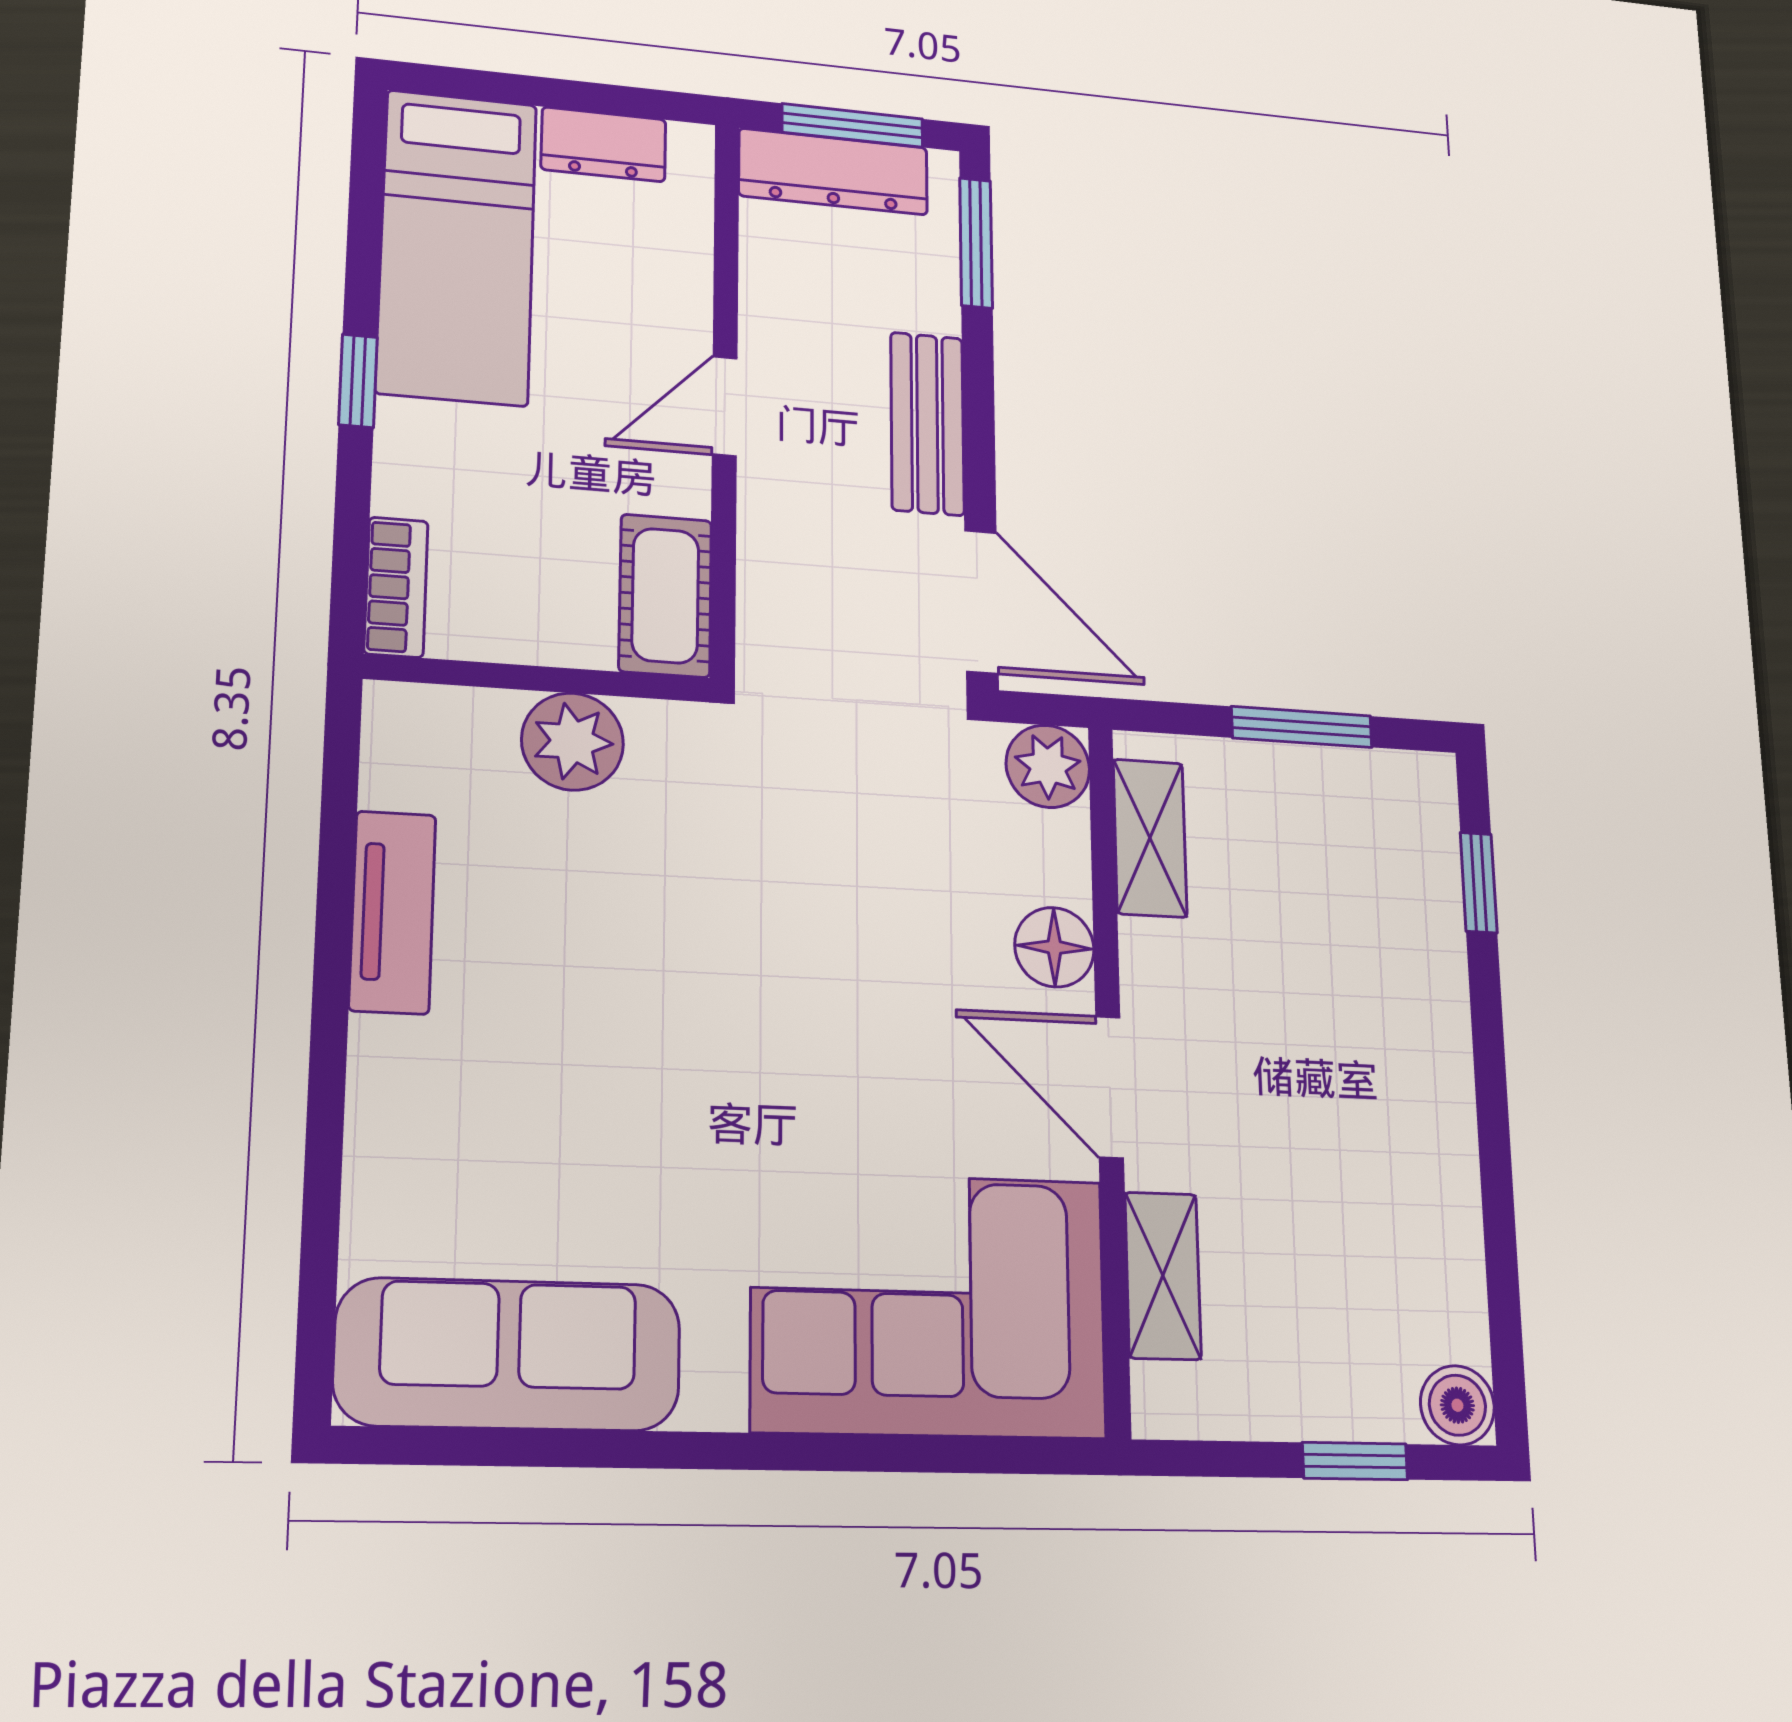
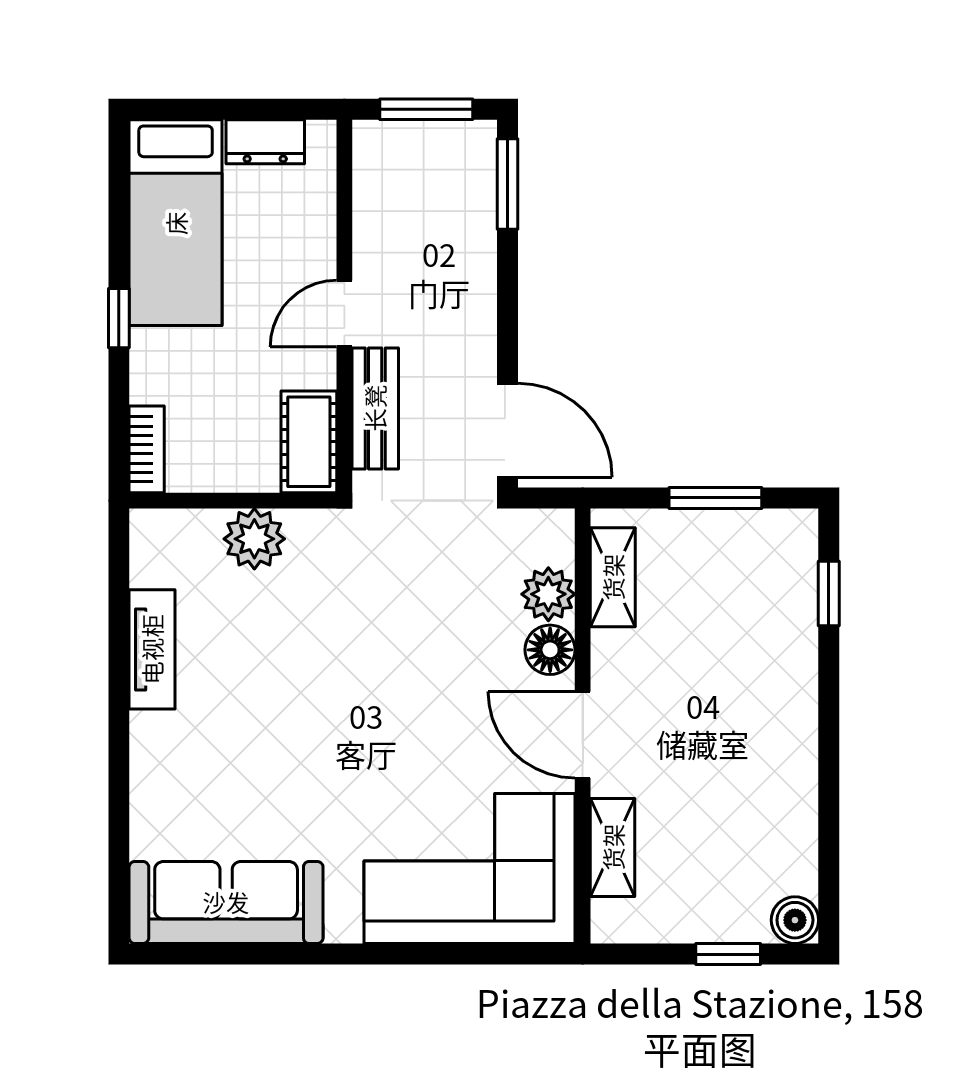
dresser: (833, 172) -> (414, 144), removed
bench: (927, 424) -> (375, 408), moved
plant: (1048, 766) -> (548, 594), moved

